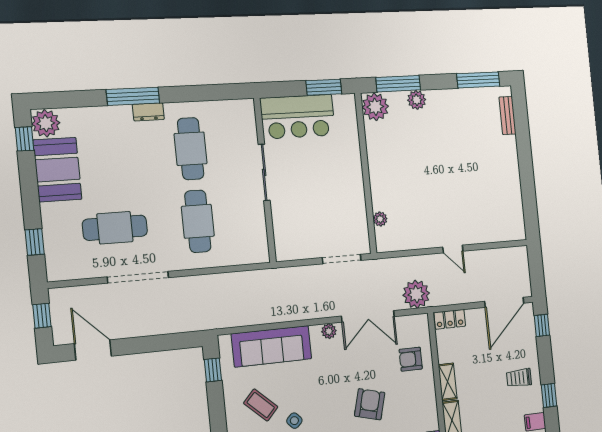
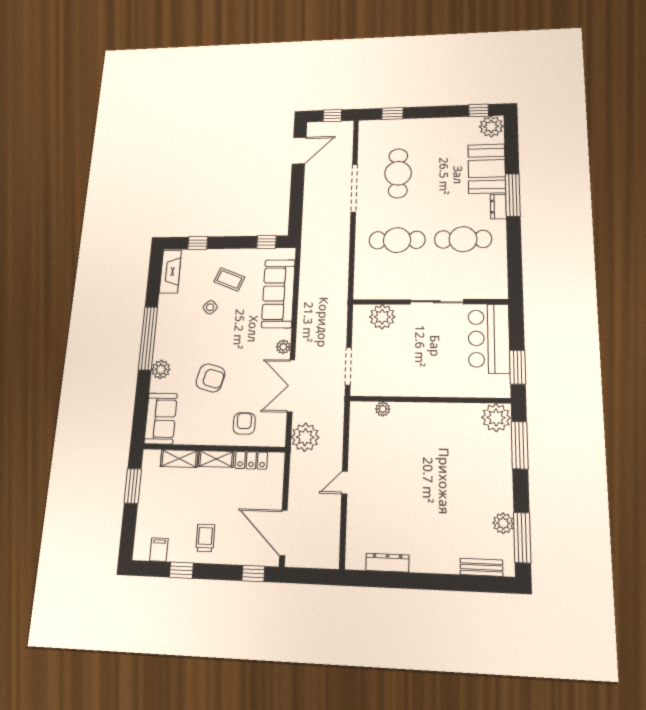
plant: (417, 100) -> (503, 523), moved
booth: (57, 170) -> (487, 169), moved, turned 90
dresser: (516, 201) -> (387, 563), added
plant: (286, 229) -> (382, 317), added
locker: (450, 319) -> (251, 460), moved, turned -90
coffee table: (261, 405) -> (229, 279), turned 69

